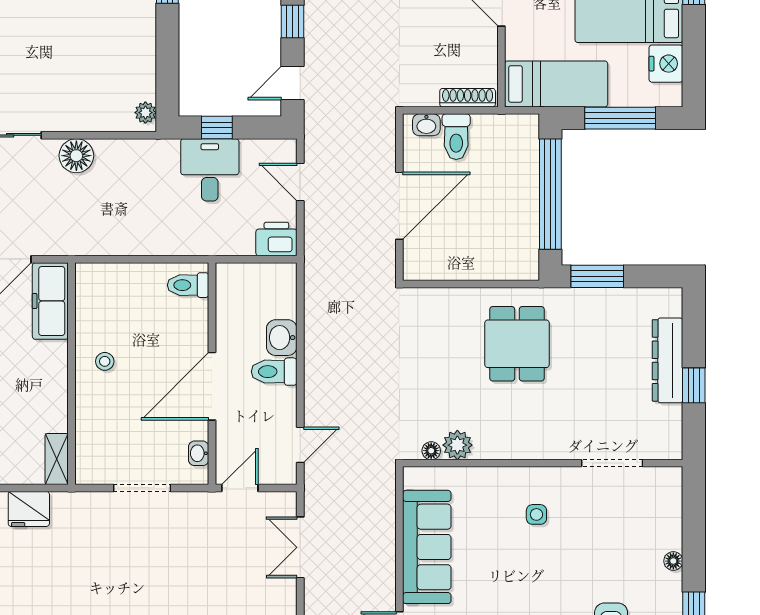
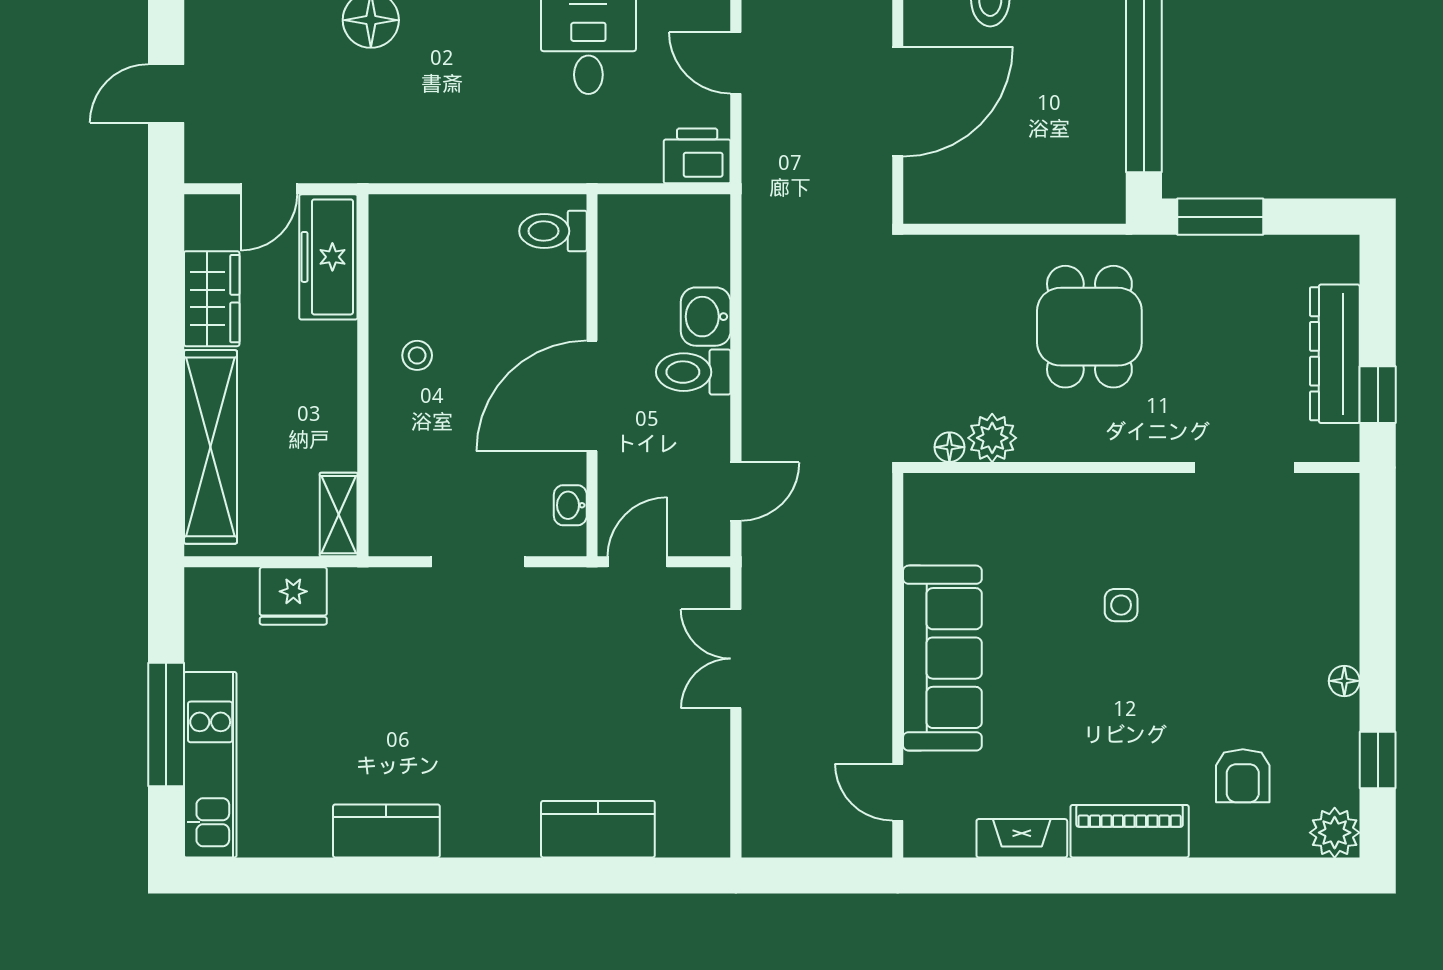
plant: (457, 445) -> (992, 438), moved
floor lamp: (431, 451) -> (949, 447), moved
wall: (543, 463) -> (1131, 467), moved
doorway: (612, 463) -> (1244, 467), moved

